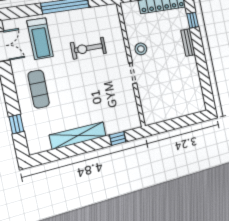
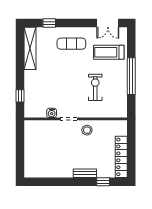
water cooler: (130, 95) -> (52, 113), added
shelving: (78, 135) -> (30, 48), moved

